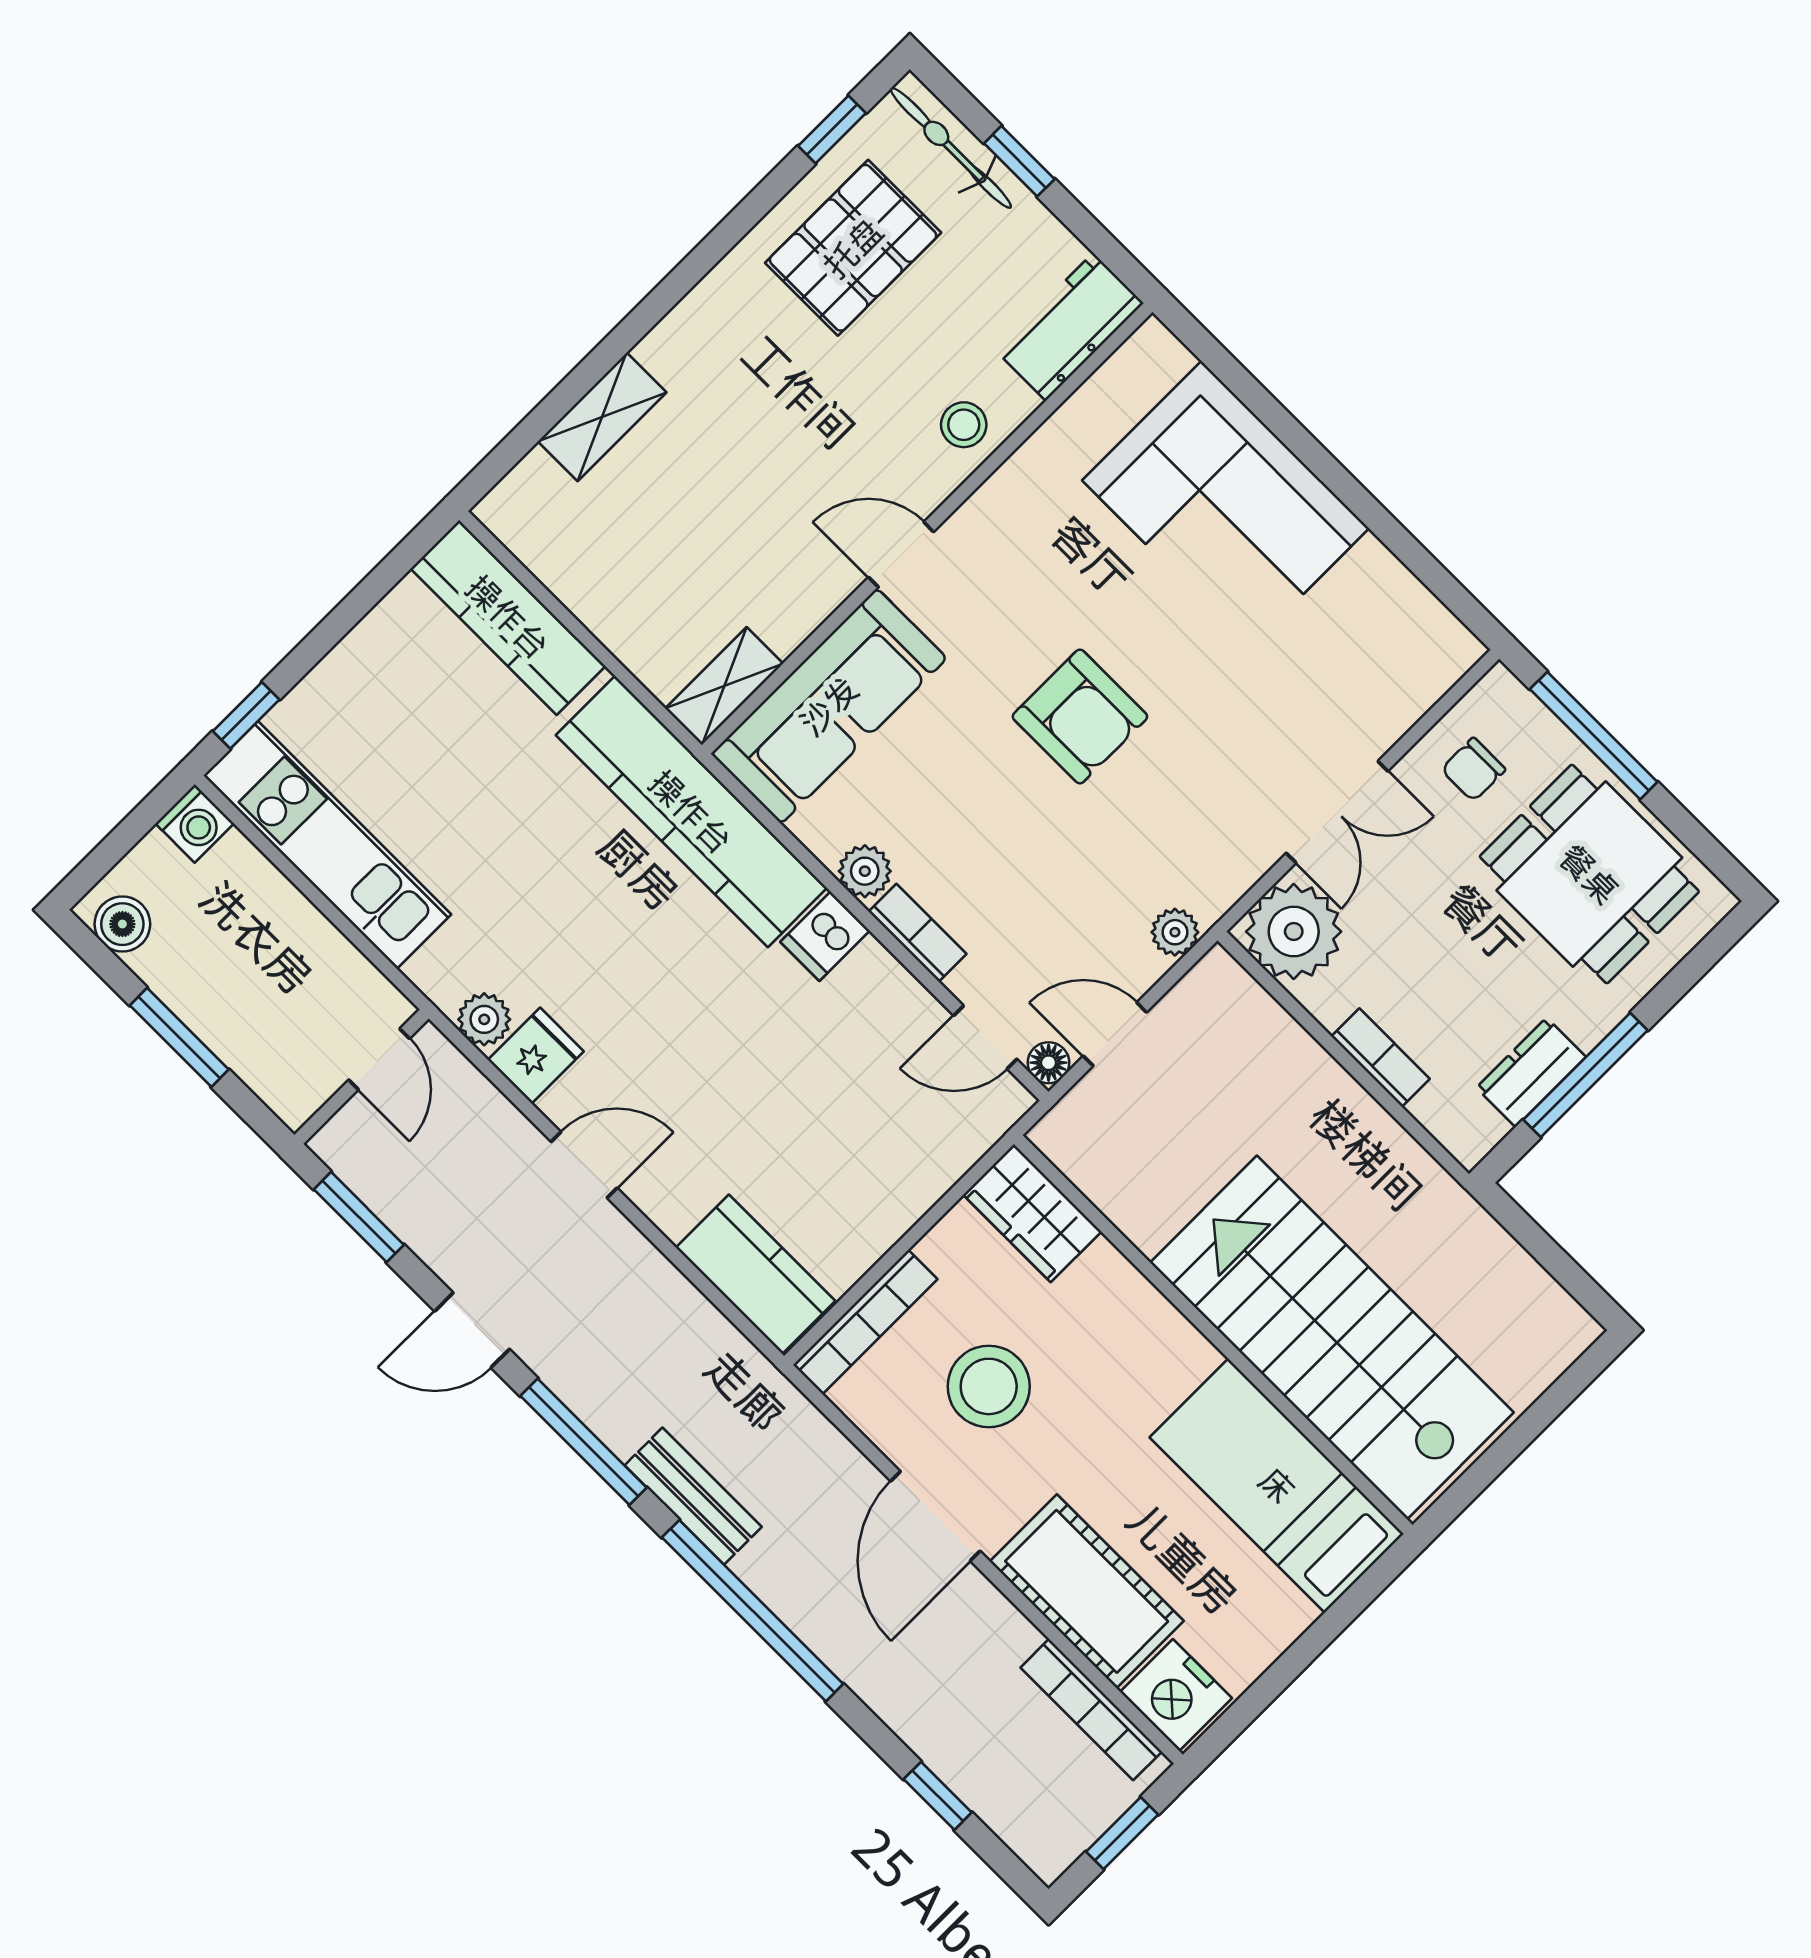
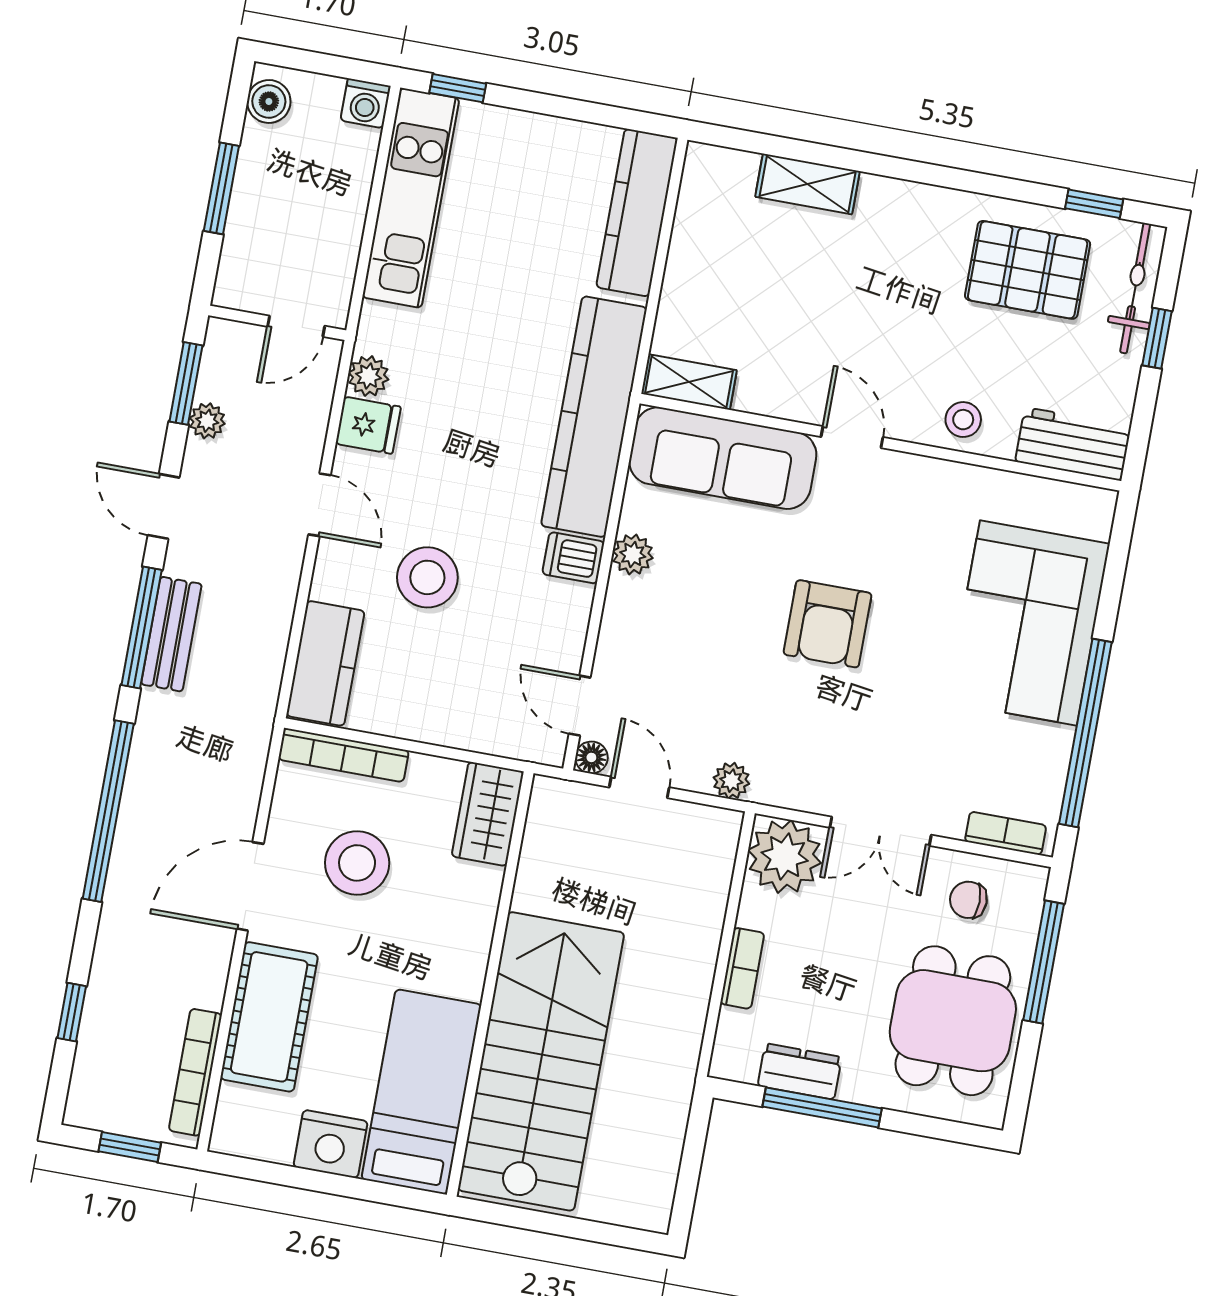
window: (1383, 525) -> (1085, 733), added
bookcase: (917, 933) -> (1006, 833), moved, turned -90
stool: (739, 1104) -> (427, 577), added
plant: (414, 1222) -> (207, 421), added
bench: (693, 1496) -> (171, 634), moved
nightstand: (1176, 1695) -> (331, 1144), moved, turned -90

